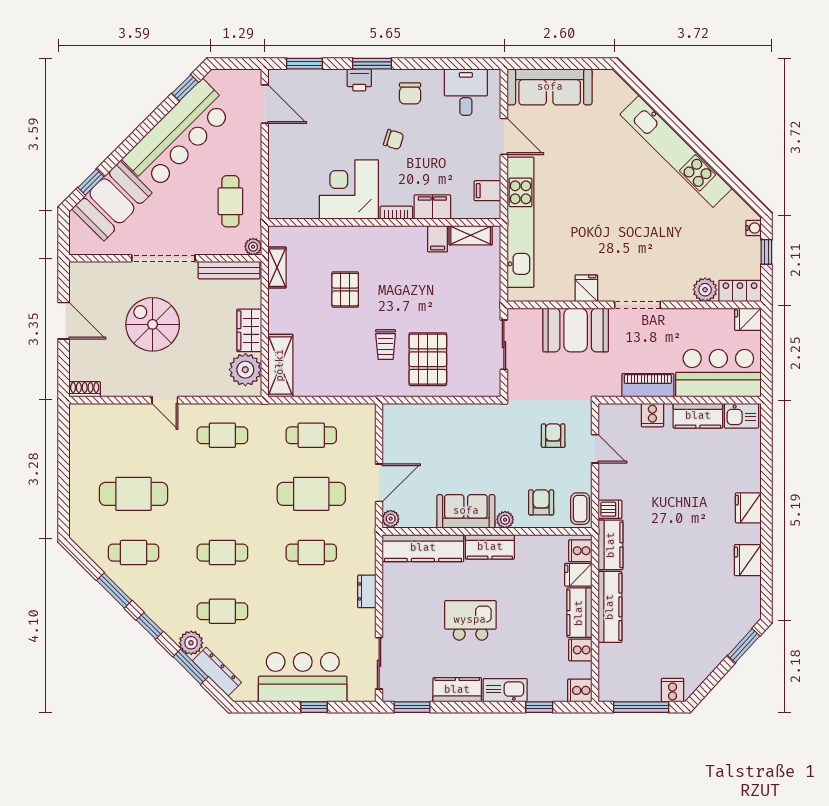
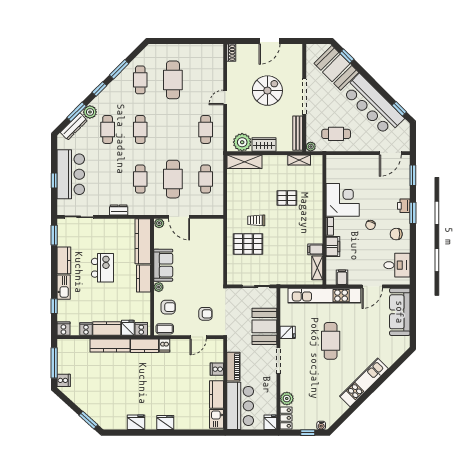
kitchen unit: (676, 151) -> (364, 382), width x0.73
cafe table: (602, 211) -> (331, 341), added

